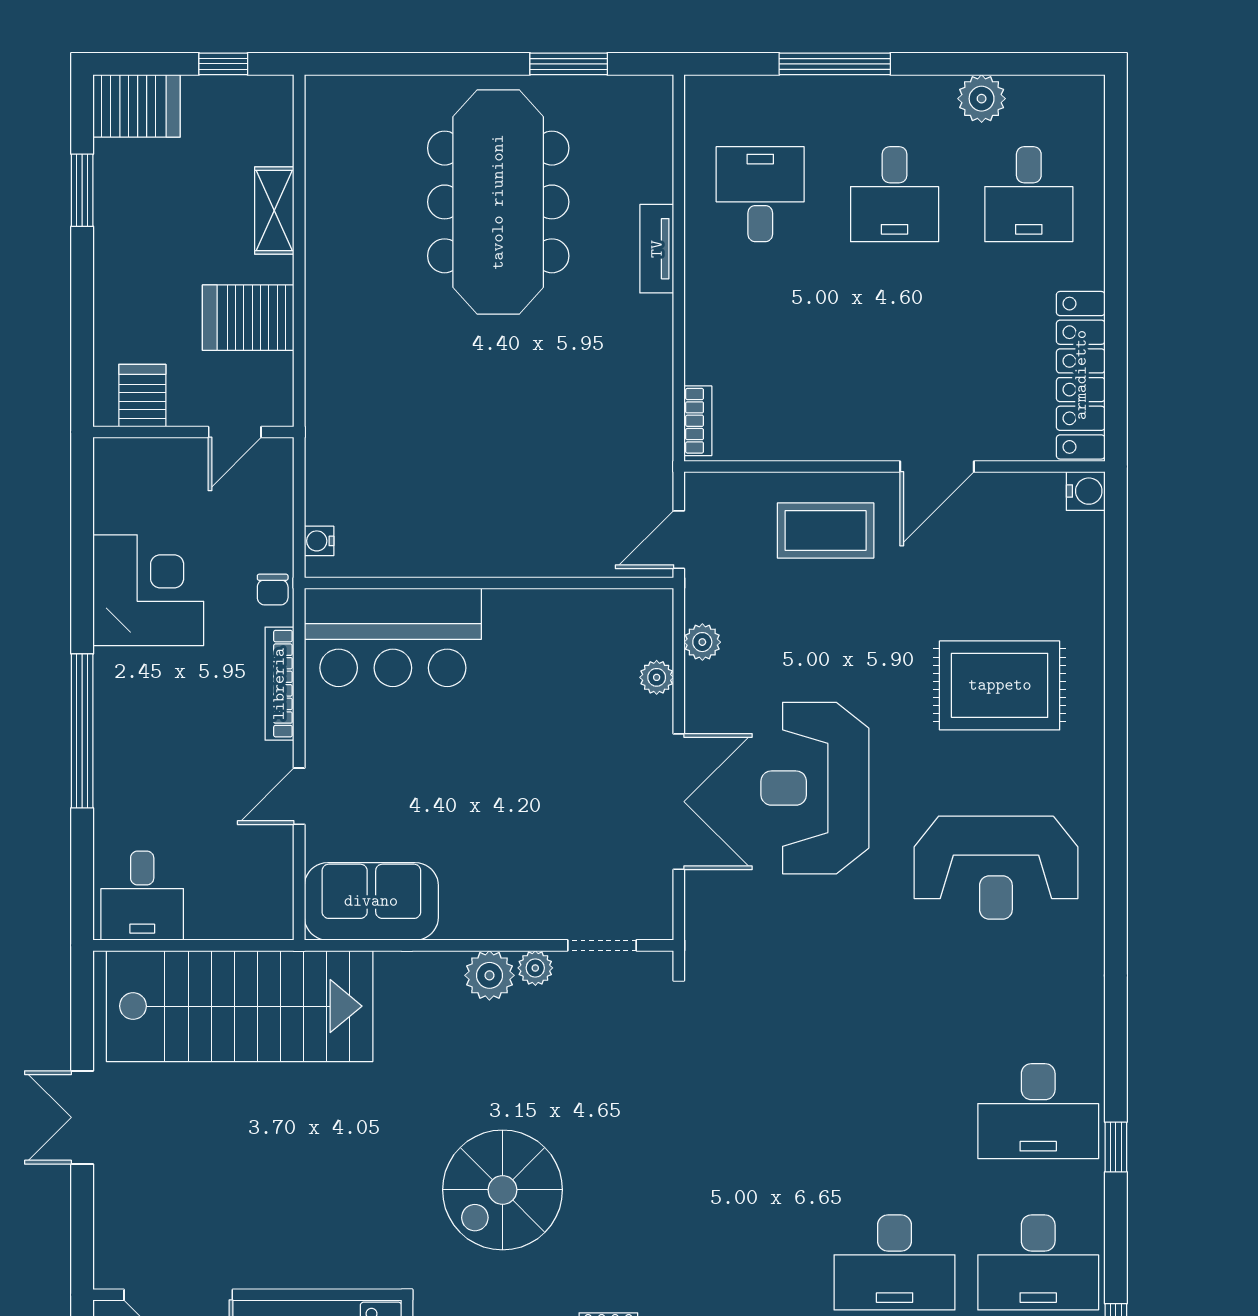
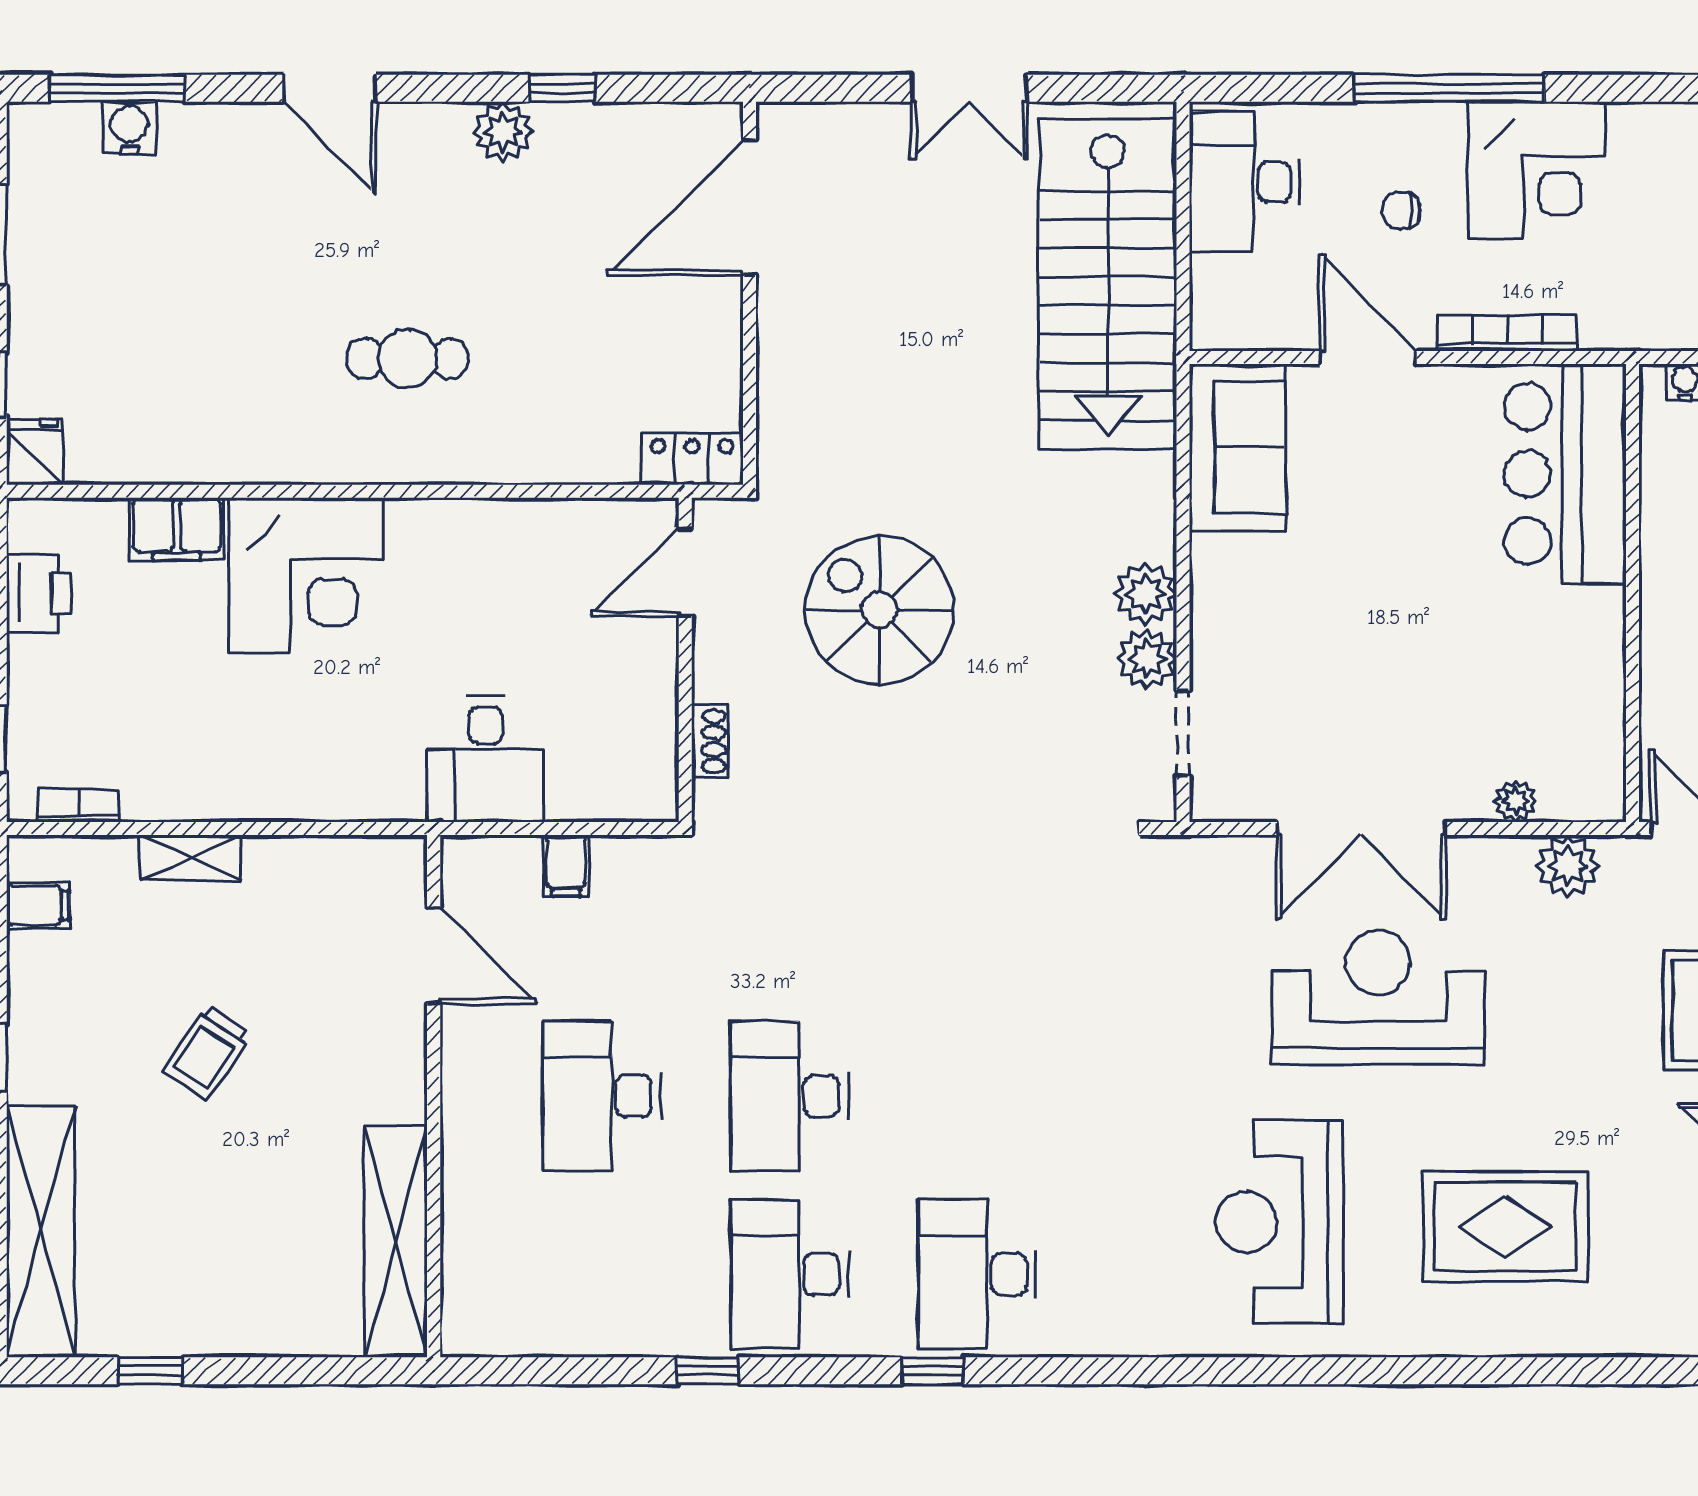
corner desk: (148, 590) -> (1537, 170), moved
chair: (273, 590) -> (1401, 210), moved
plant: (702, 642) -> (1568, 866), width x1.38, depth x1.38
rug: (1000, 685) -> (1505, 1226), turned 90
door: (299, 796) -> (1368, 358), width x1.38
desk: (142, 896) -> (1245, 182), width x1.37
plant: (535, 968) -> (1147, 659), width x1.38, depth x1.38
double door: (82, 1117) -> (969, 88), swing flipped

